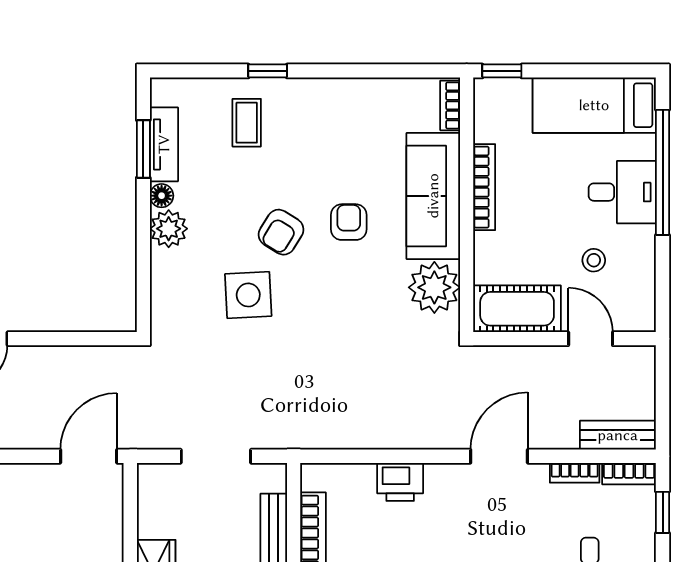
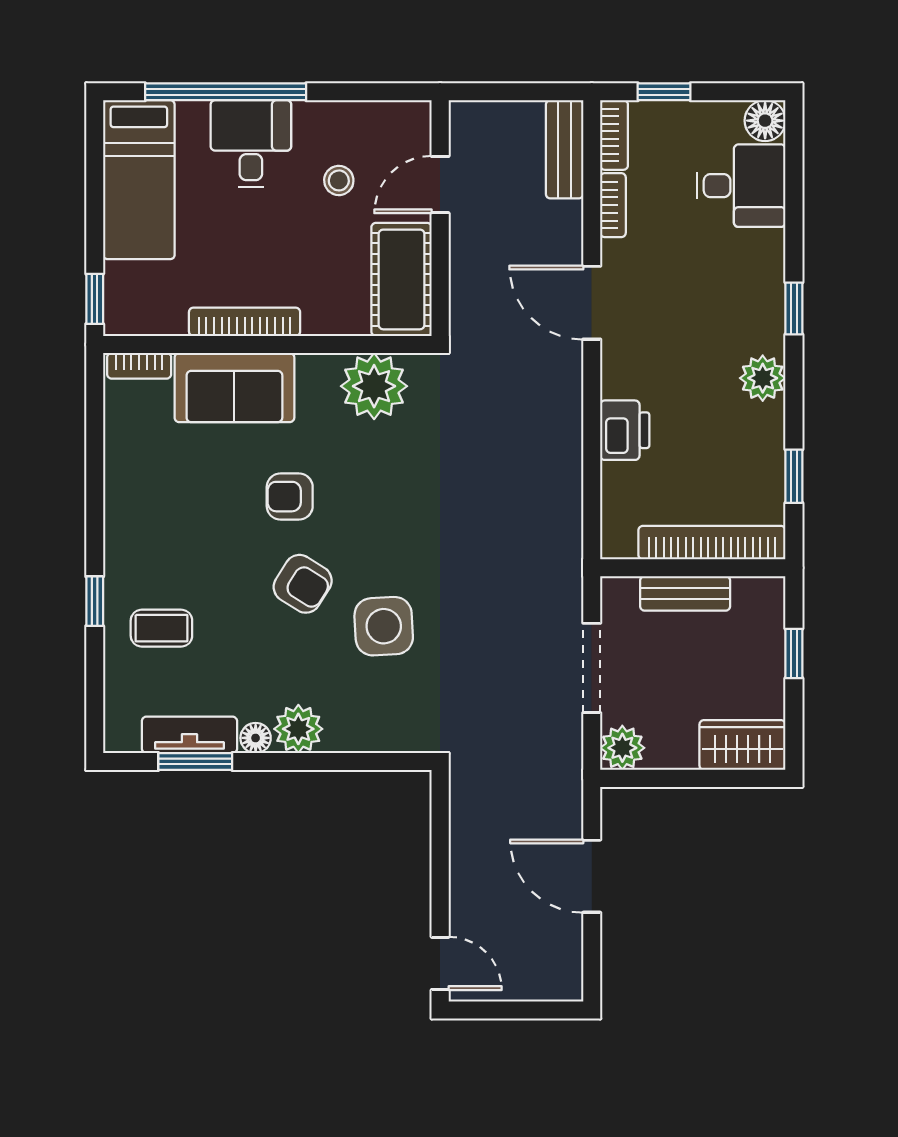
sofa: (433, 196) -> (234, 388), width x0.73
door: (89, 456) -> (592, 876), moved
plant: (154, 480) -> (622, 748), added

